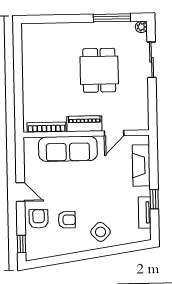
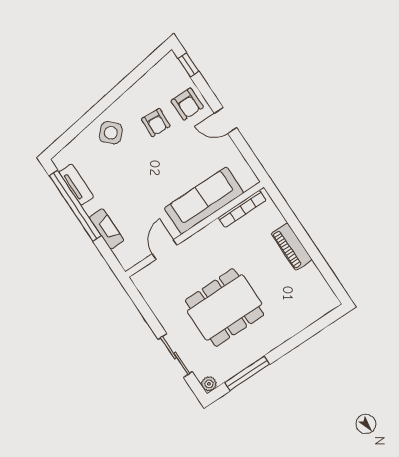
dining table: (99, 70) -> (225, 308), width x1.37
piano: (84, 124) -> (292, 247), moved, turned 90
fireplace: (141, 165) -> (107, 229), width x0.73, depth x0.76
window: (154, 199) -> (75, 206), width x3.17
armchair: (67, 220) -> (156, 123), turned -87

